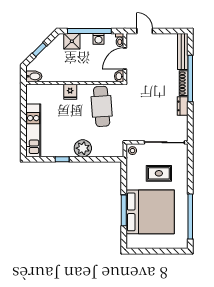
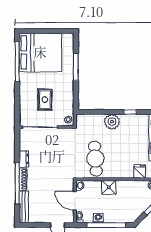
shower: (72, 41) -> (109, 187), moved
door: (125, 59) -> (75, 201), swing flipped
fridge: (70, 92) -> (140, 171), moved
rug: (159, 173) -> (45, 100), turned 90
bed: (150, 212) -> (40, 52), moved, turned 180

